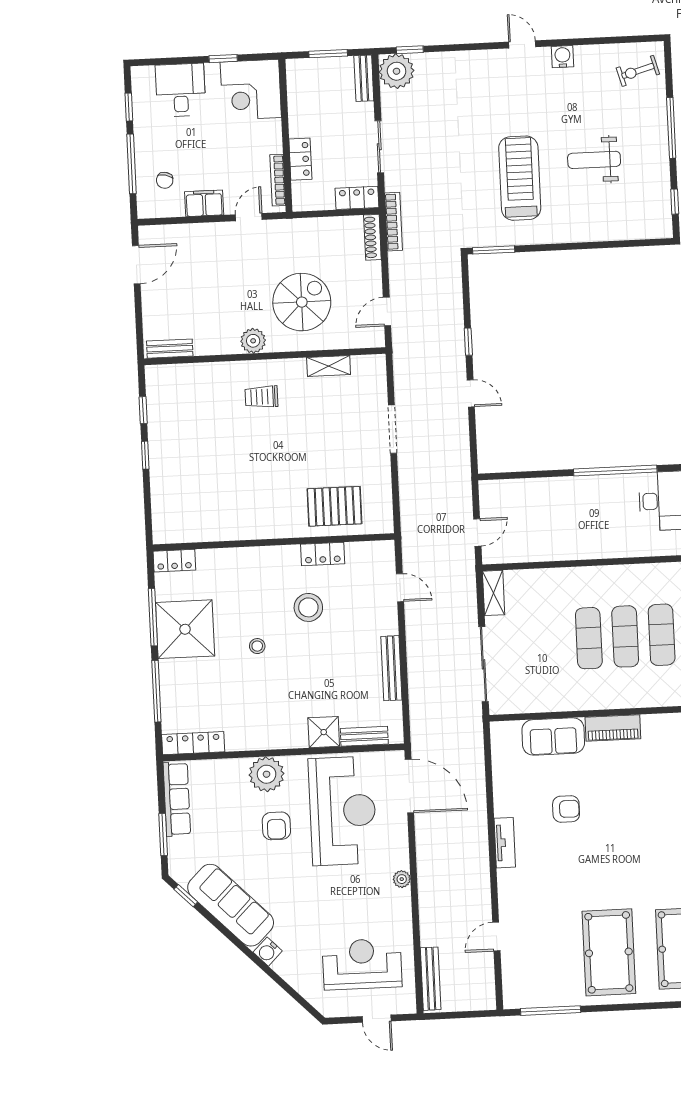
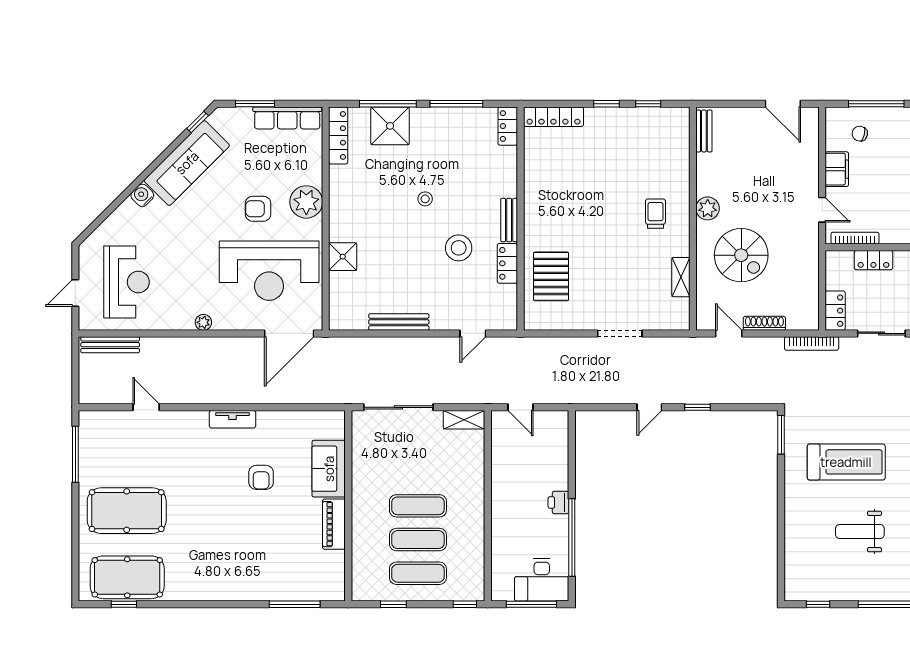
weight bench: (594, 160) -> (860, 532), turned -90
shoe rack: (372, 237) -> (764, 323), moved
printer: (578, 487) -> (558, 503), added
locker: (162, 512) -> (553, 117), added
shower: (185, 629) -> (390, 126), moved, width x0.73, depth x0.73
bench: (364, 736) -> (509, 220), moved

